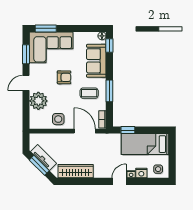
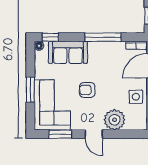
window: (46, 28) -> (30, 90), moved
armchair: (64, 77) -> (87, 90), turned -90
window: (109, 91) -> (103, 37), width x1.44
coffee table: (89, 93) -> (106, 61), removed

